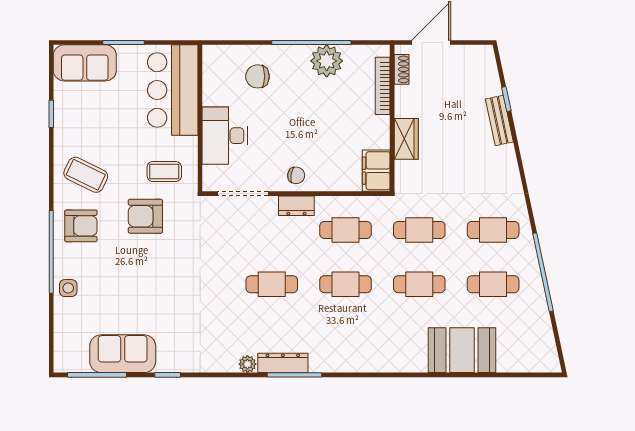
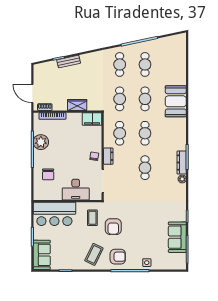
armchair: (81, 226) -> (118, 257), turned 90
booth: (462, 350) -> (176, 101), moved

